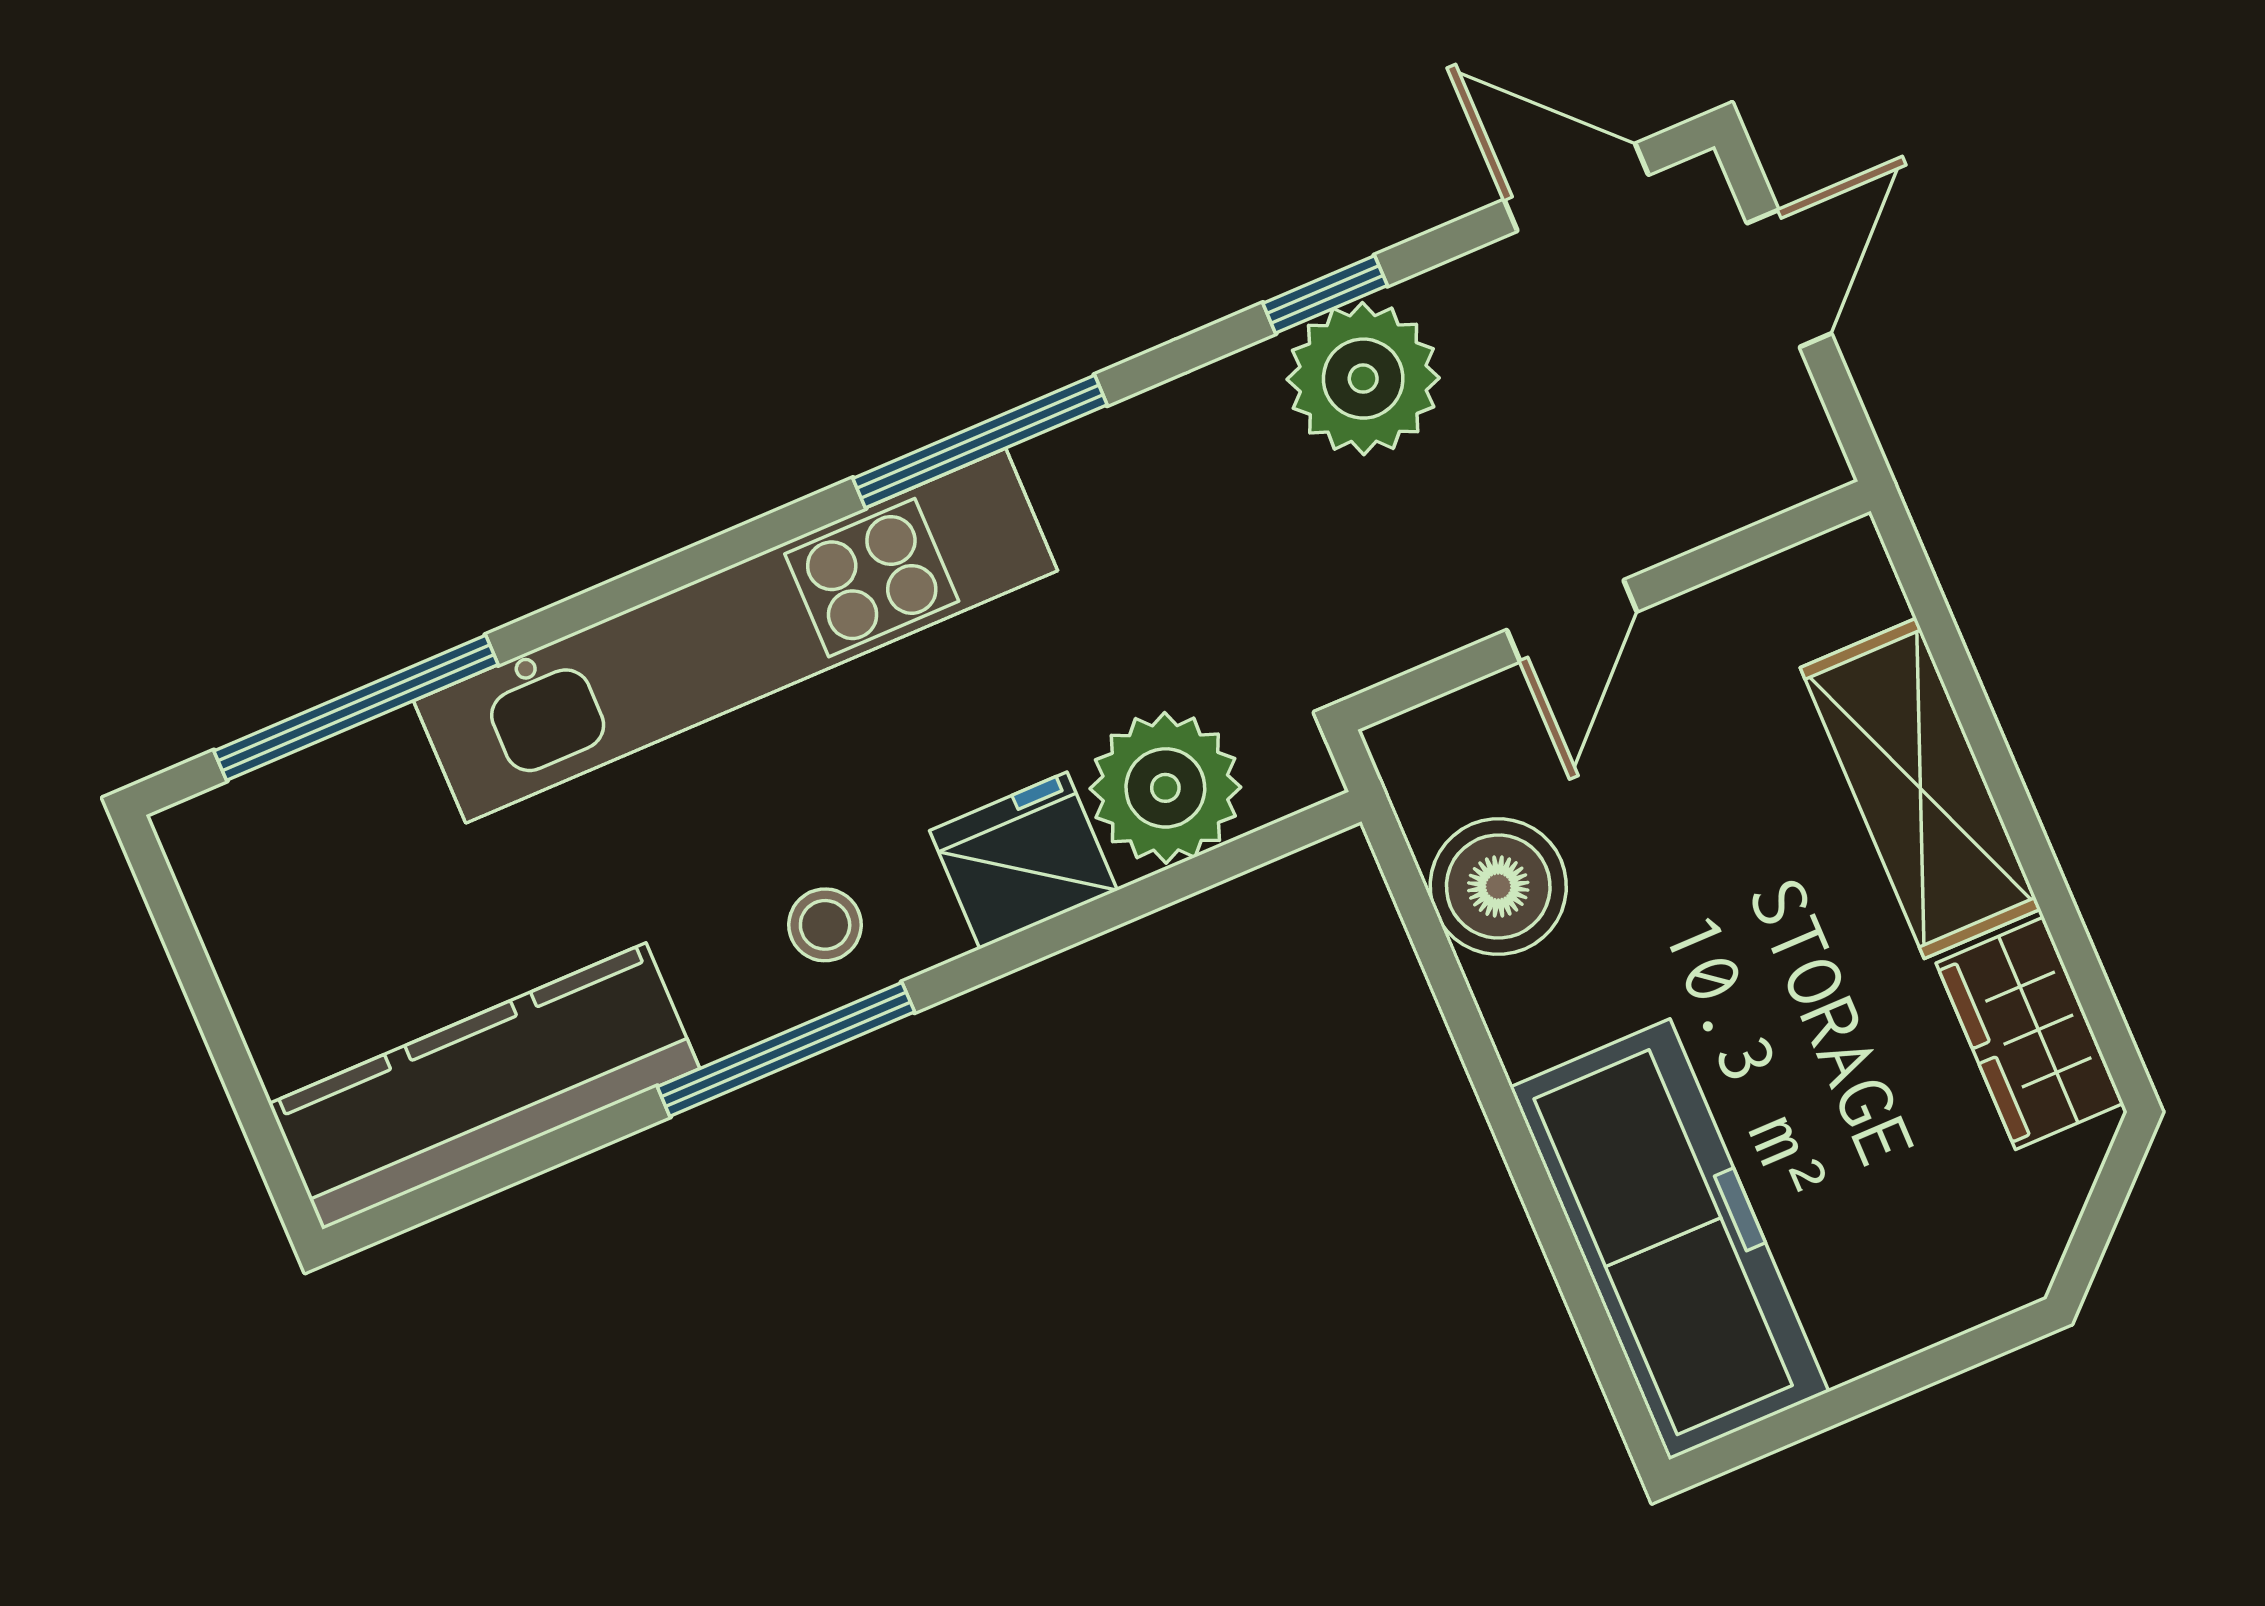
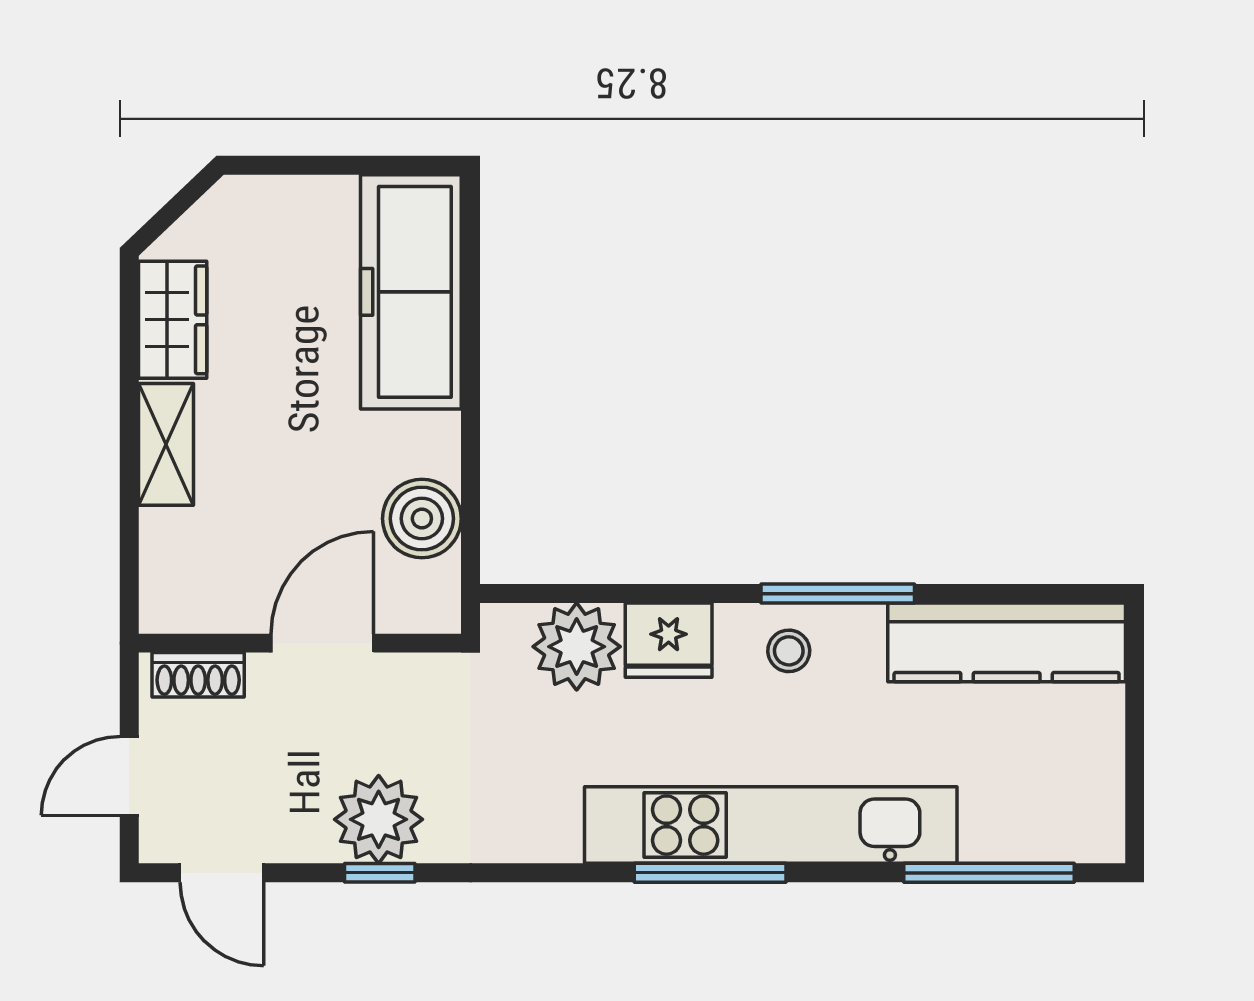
window: (980, 442) -> (710, 873), moved
shoe rack: (1748, 486) -> (198, 675), added
door: (1572, 621) -> (322, 643), width x1.38
shelving: (1920, 788) -> (166, 444), width x0.67, depth x0.75

